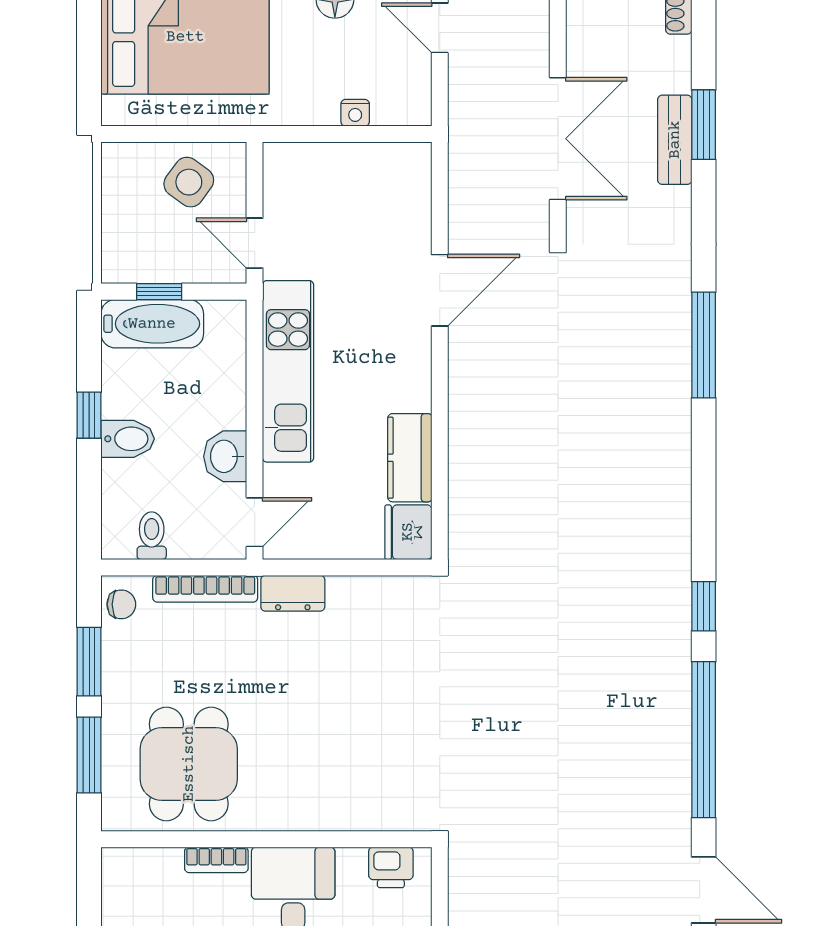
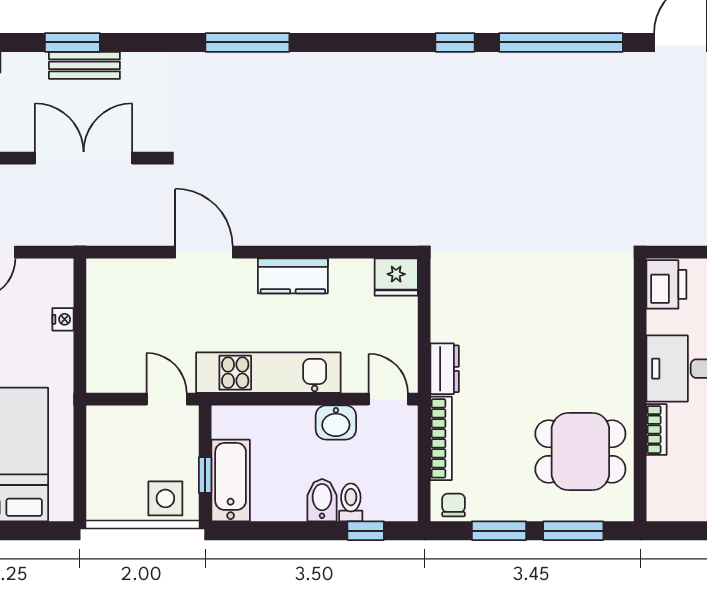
side table: (189, 182) -> (165, 498), moved, turned -36
door: (255, 243) -> (167, 399), swing flipped
window: (89, 415) -> (366, 531), moved
kitchen counter: (410, 458) -> (293, 276), moved
toilet: (152, 536) -> (351, 502), moved, turned 90
printer: (391, 867) -> (666, 284), width x1.36, depth x1.24

